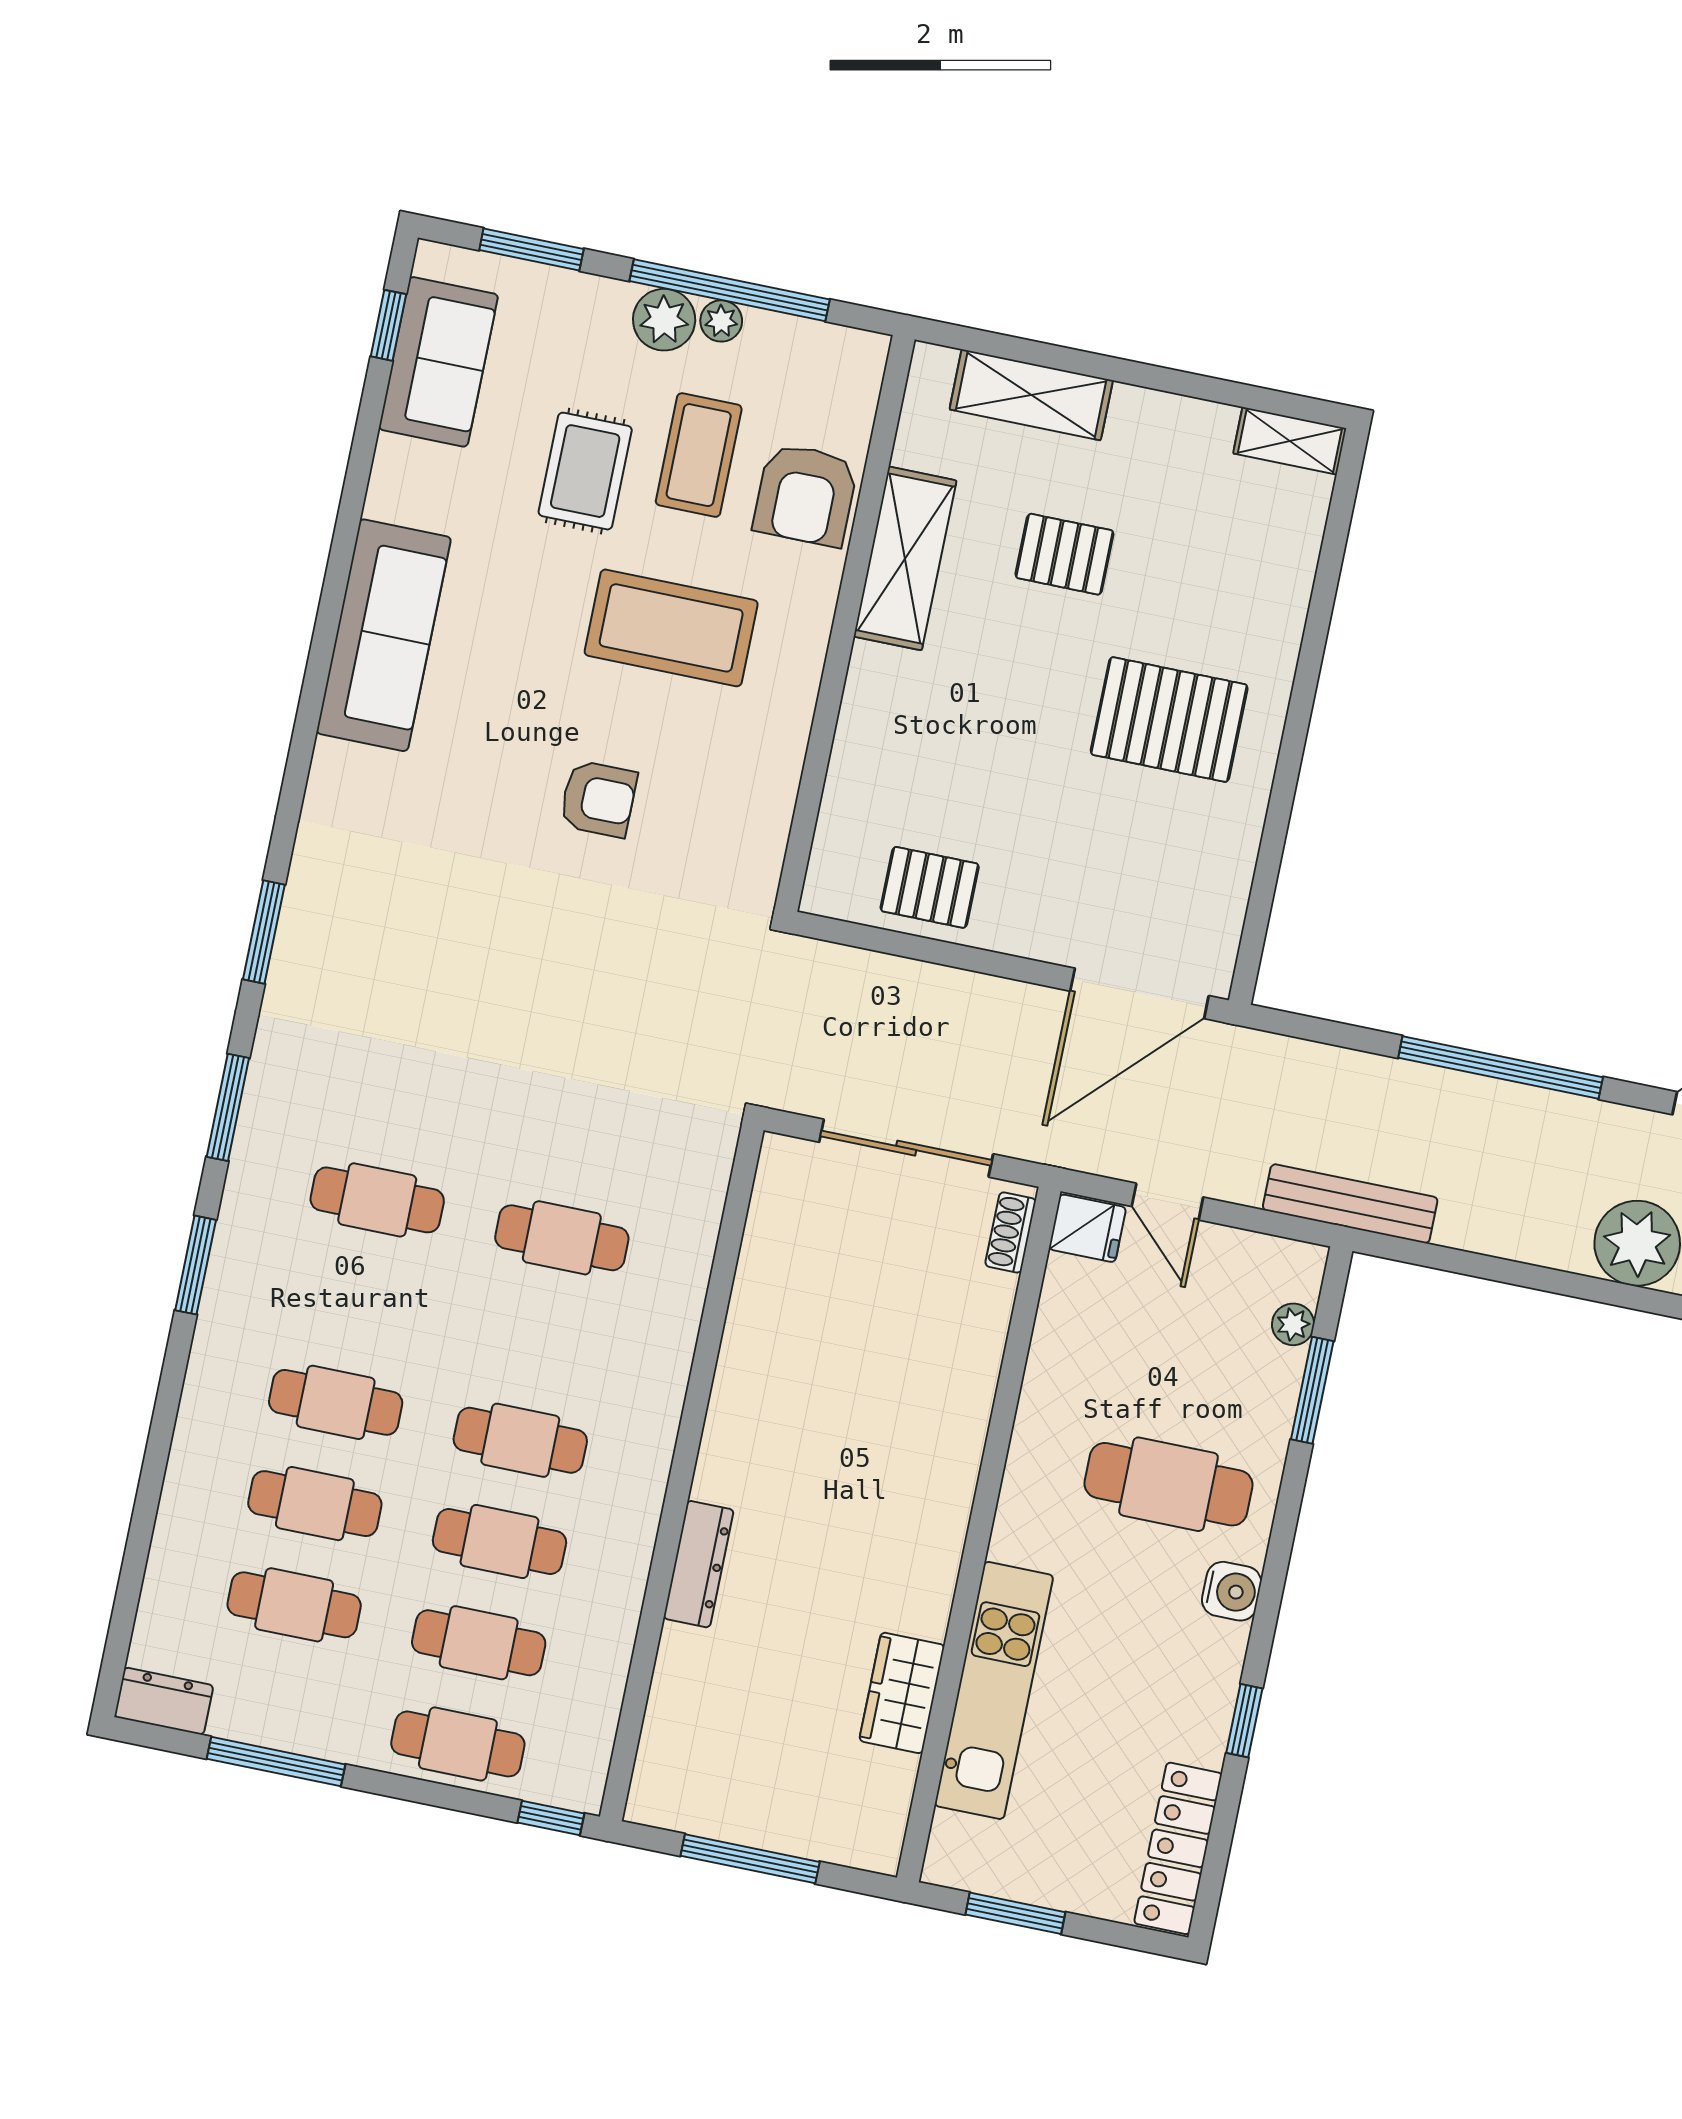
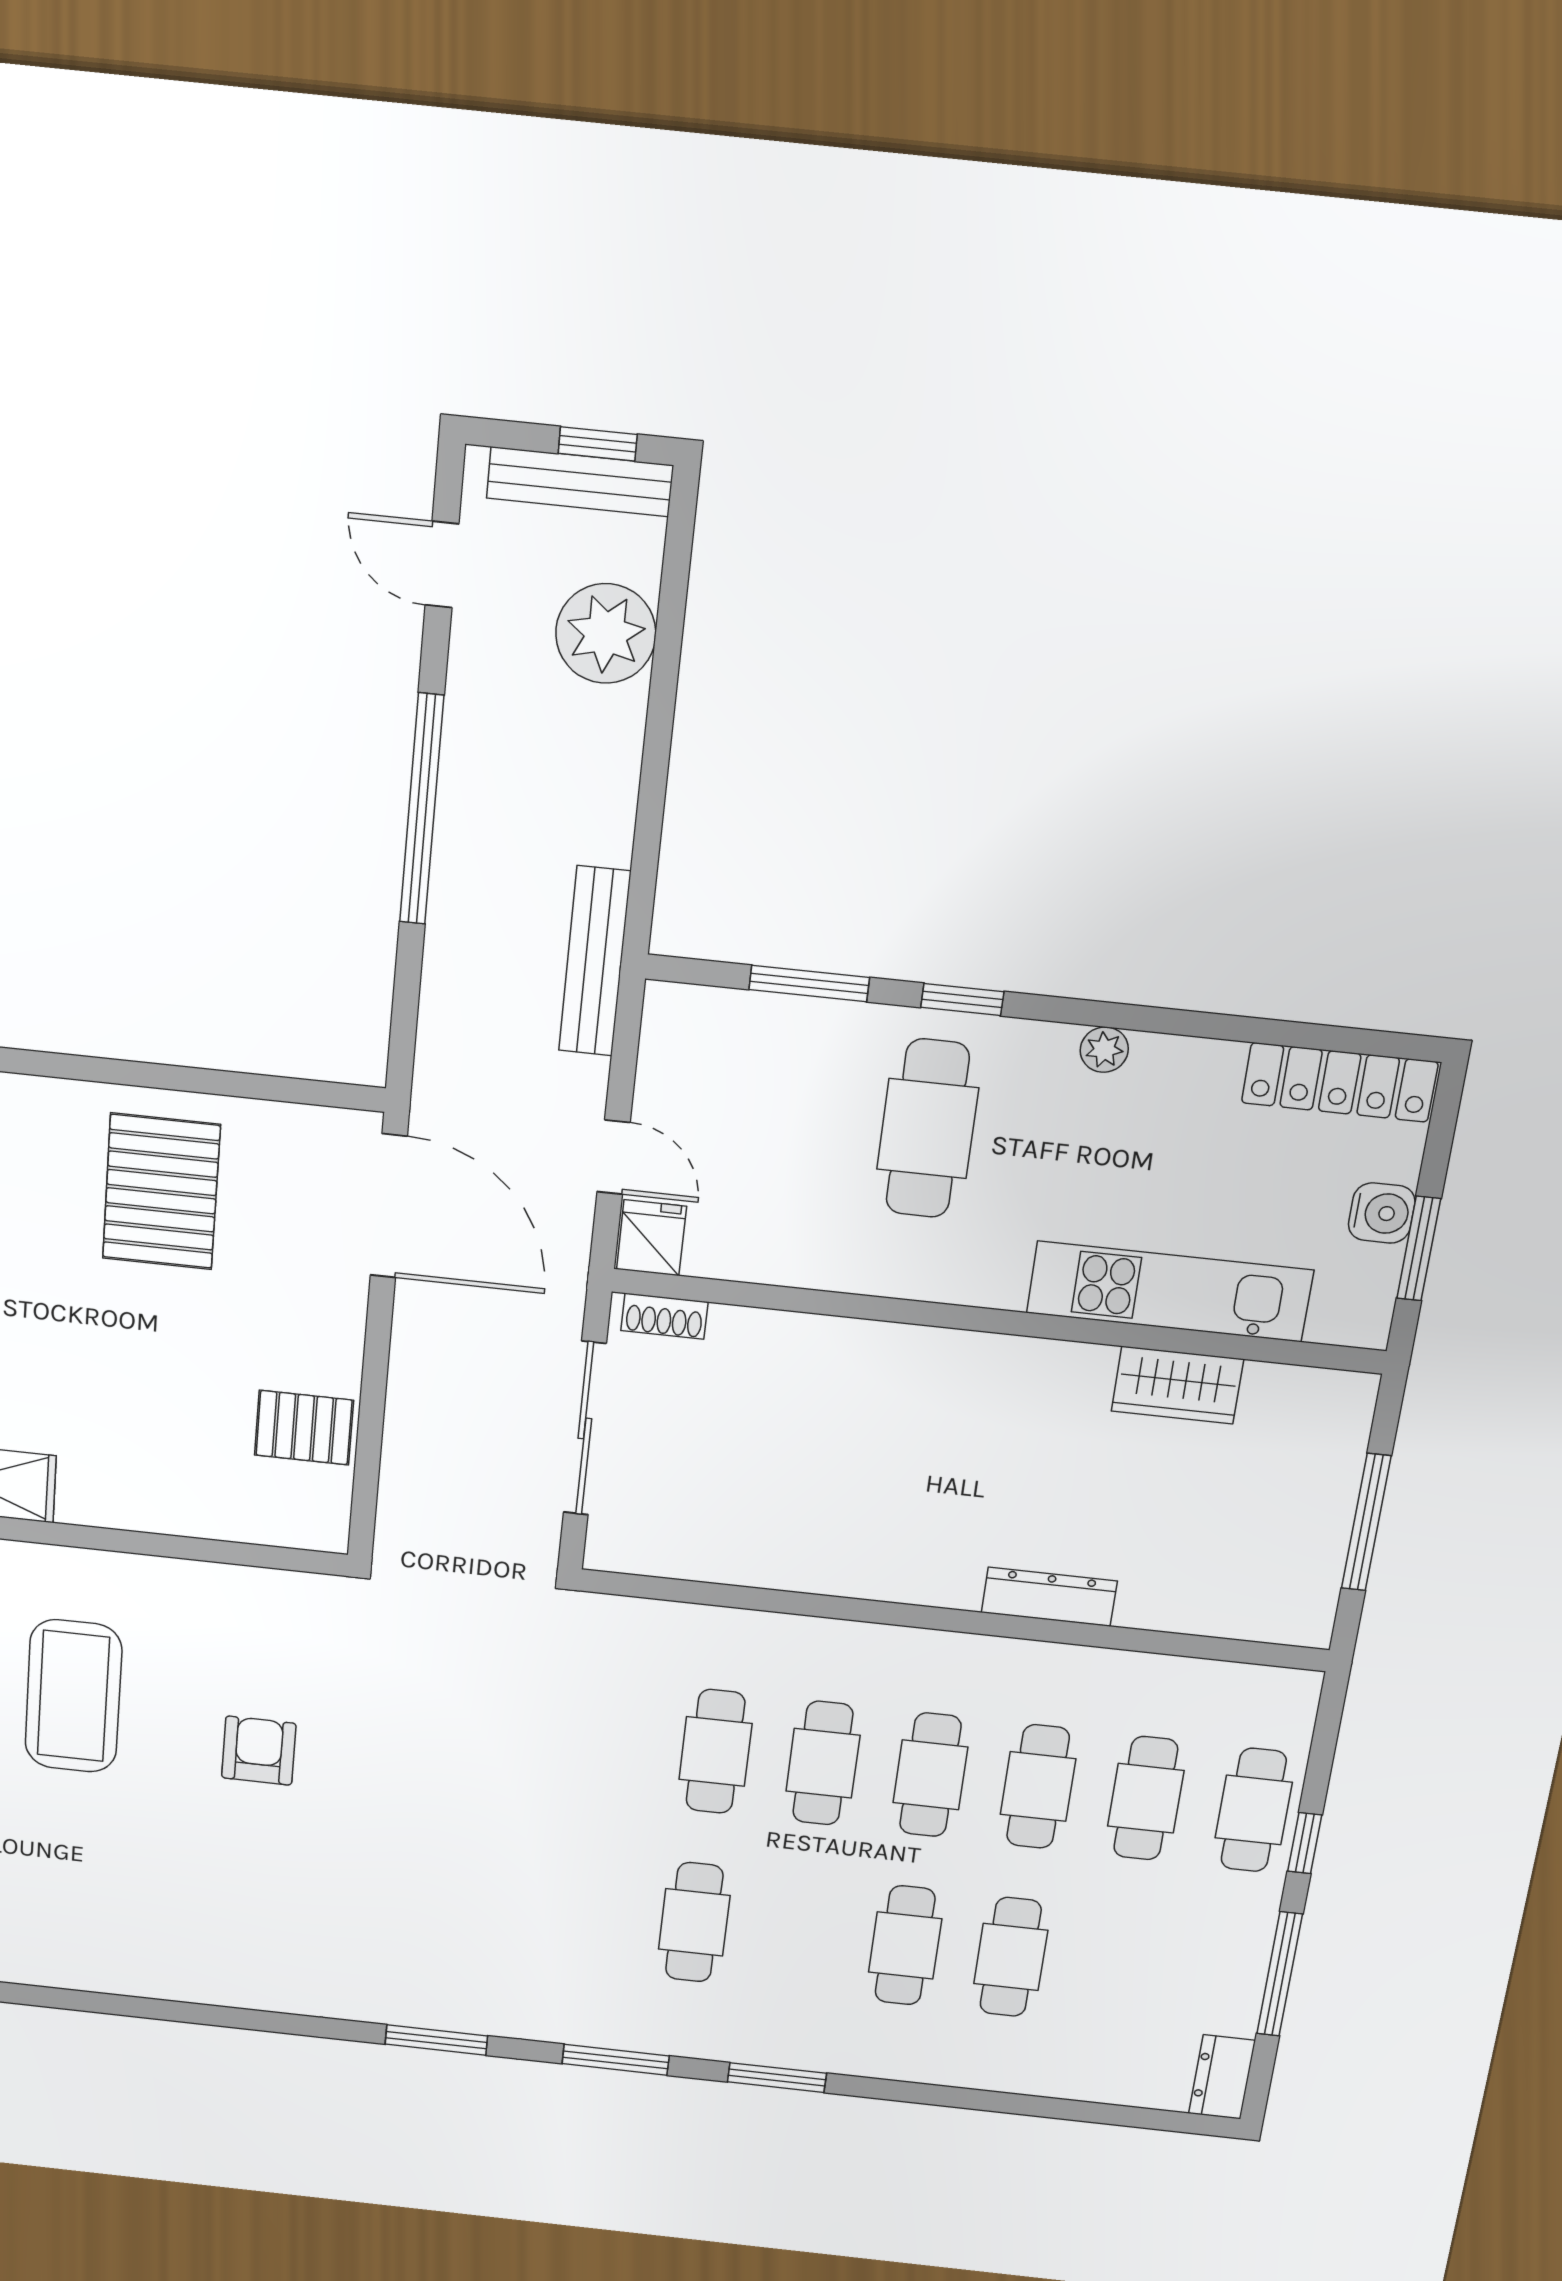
sofa: (384, 635) -> (125, 1955), removed
pallet: (1169, 720) -> (161, 1192), moved
pallet: (930, 887) -> (304, 1428), turned 90
door: (1167, 1202) -> (614, 1157), hinge flipped
plant: (1293, 1324) -> (1104, 1050), moved
water cooler: (1232, 1591) -> (1382, 1213), moved, turned 90
cafe table: (294, 1605) -> (823, 1763), moved
window: (1244, 1721) -> (962, 1000), moved
window: (551, 1818) -> (1305, 1843), moved

